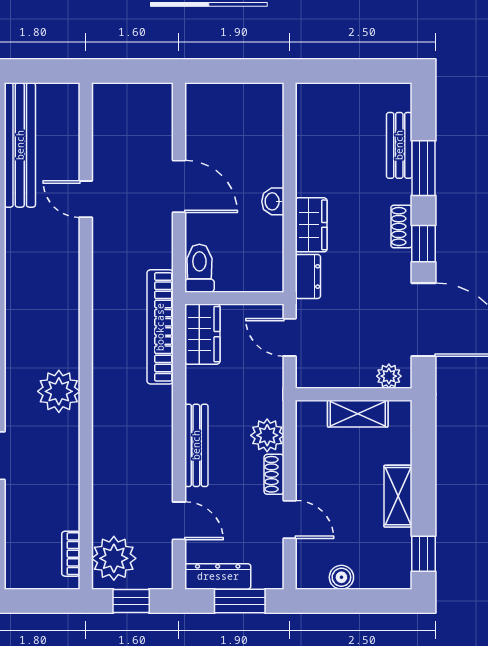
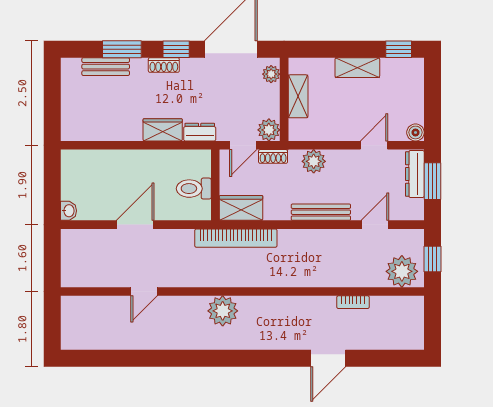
bench: (20, 145) -> (105, 339), removed
washbasin: (273, 201) -> (69, 211), moved, turned -90
toilet: (199, 268) -> (194, 189), moved
plant: (311, 373) -> (269, 130), added
plant: (59, 391) -> (223, 311), moved
shoe rack: (274, 474) -> (273, 156), moved
bookcase: (71, 554) -> (353, 302), moved
dresser: (218, 576) -> (415, 174), moved
boiler: (341, 577) -> (415, 132), moved

